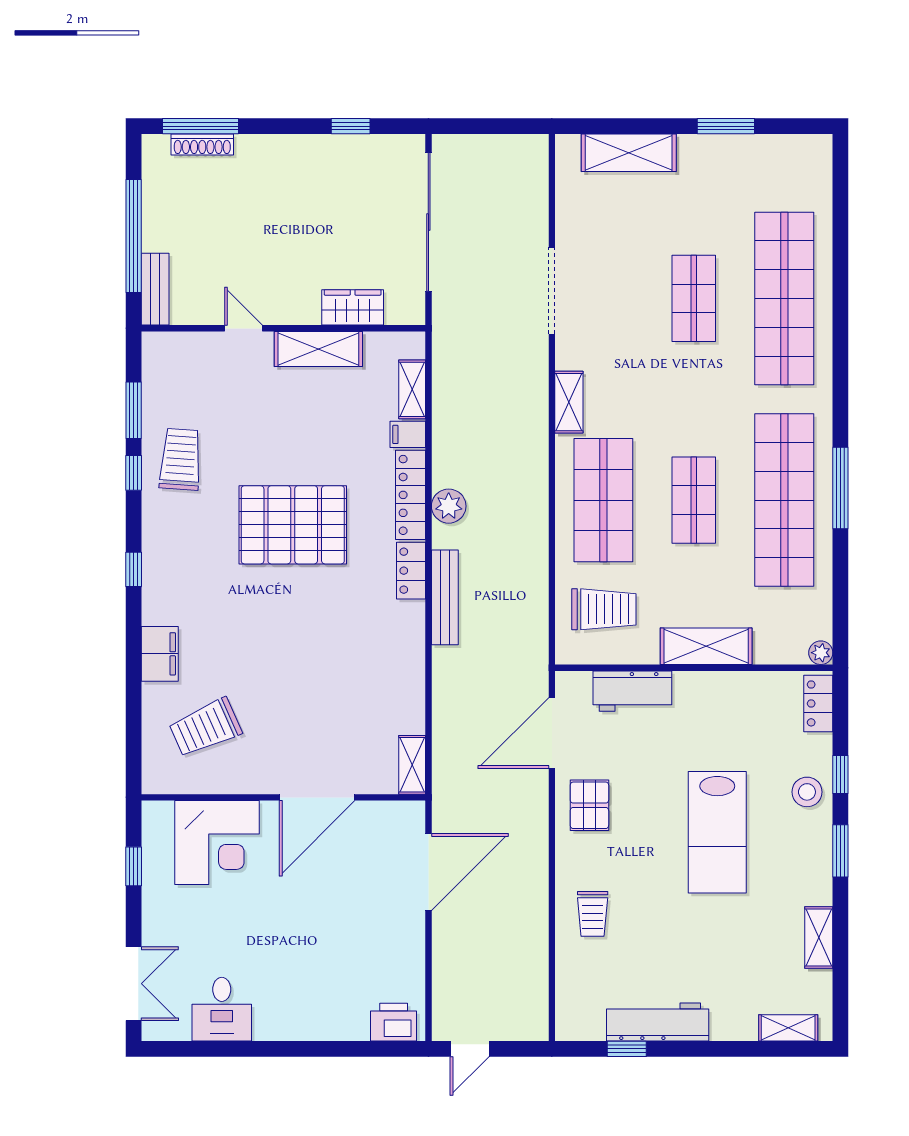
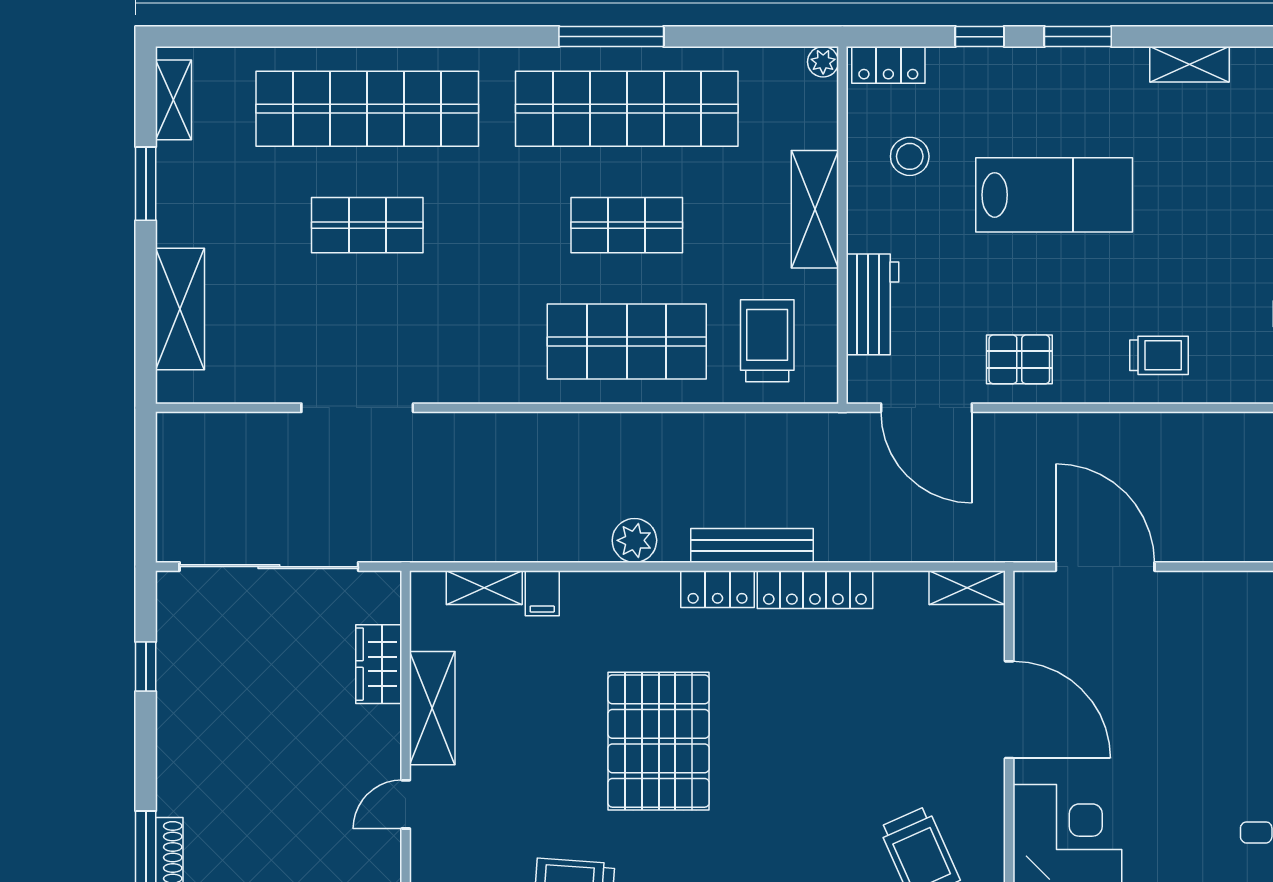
shelving: (569, 402) -> (174, 100), moved, turned 90
locker: (411, 495) -> (815, 590), moved
stool: (807, 792) -> (910, 156), moved

